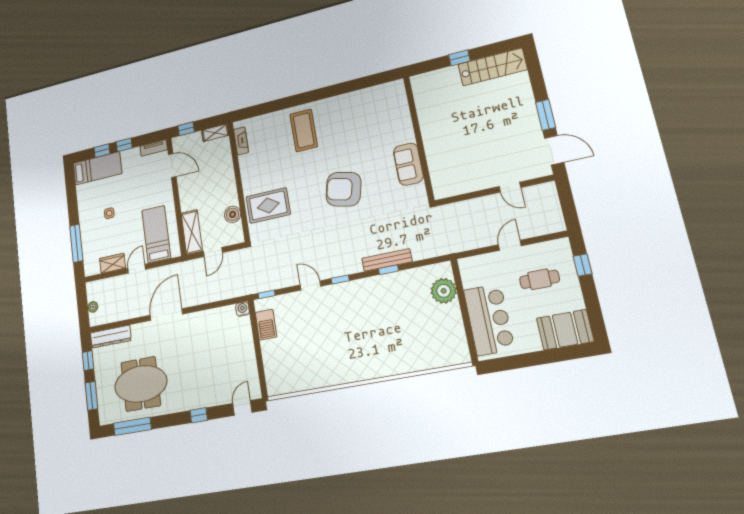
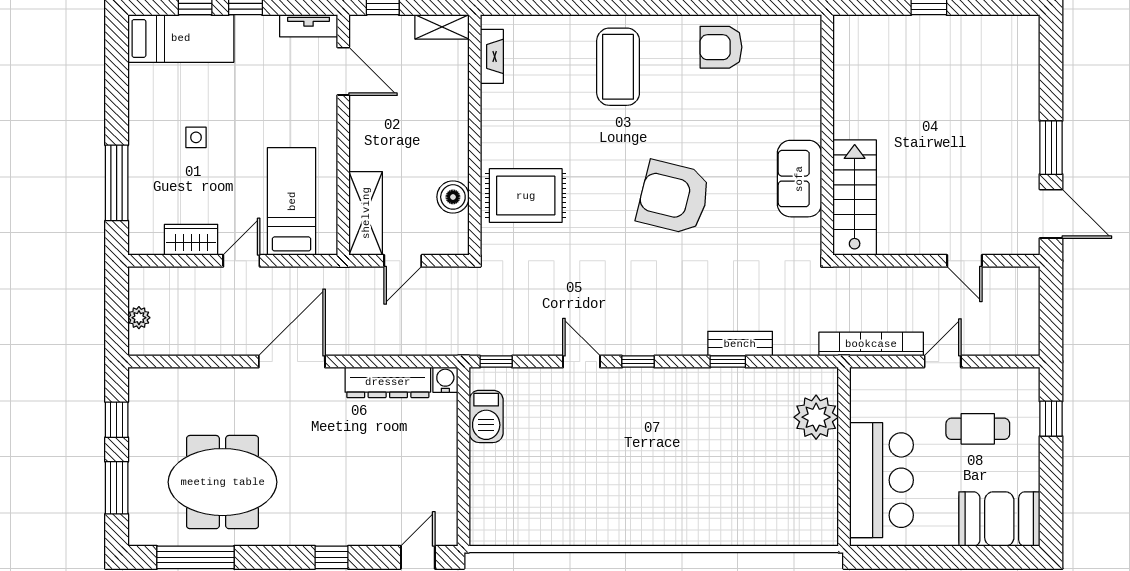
stairs: (492, 67) -> (855, 198), moved, turned -90
armchair: (354, 108) -> (721, 47), added
bookcase: (466, 244) -> (871, 344), added
bench: (387, 260) -> (740, 344), width x0.73
dresser: (111, 337) -> (388, 382), moved

